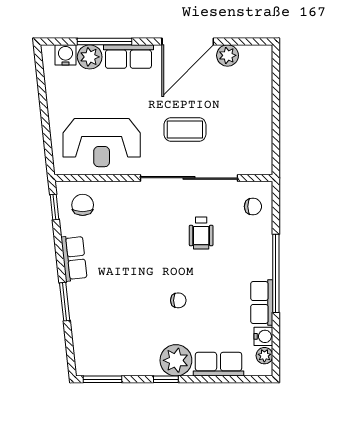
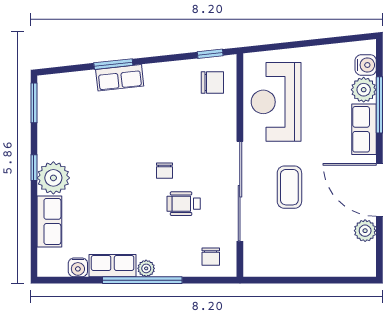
row of seats: (74, 258) -> (120, 78), moved
chair: (178, 300) -> (164, 171), moved
plant: (264, 356) -> (146, 268), moved

